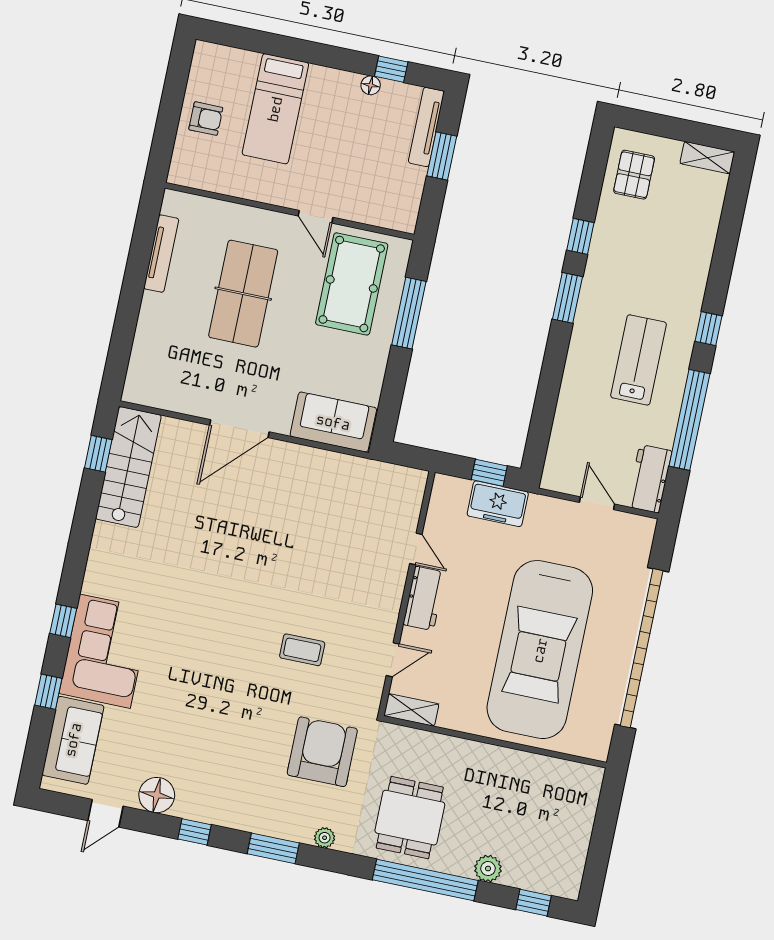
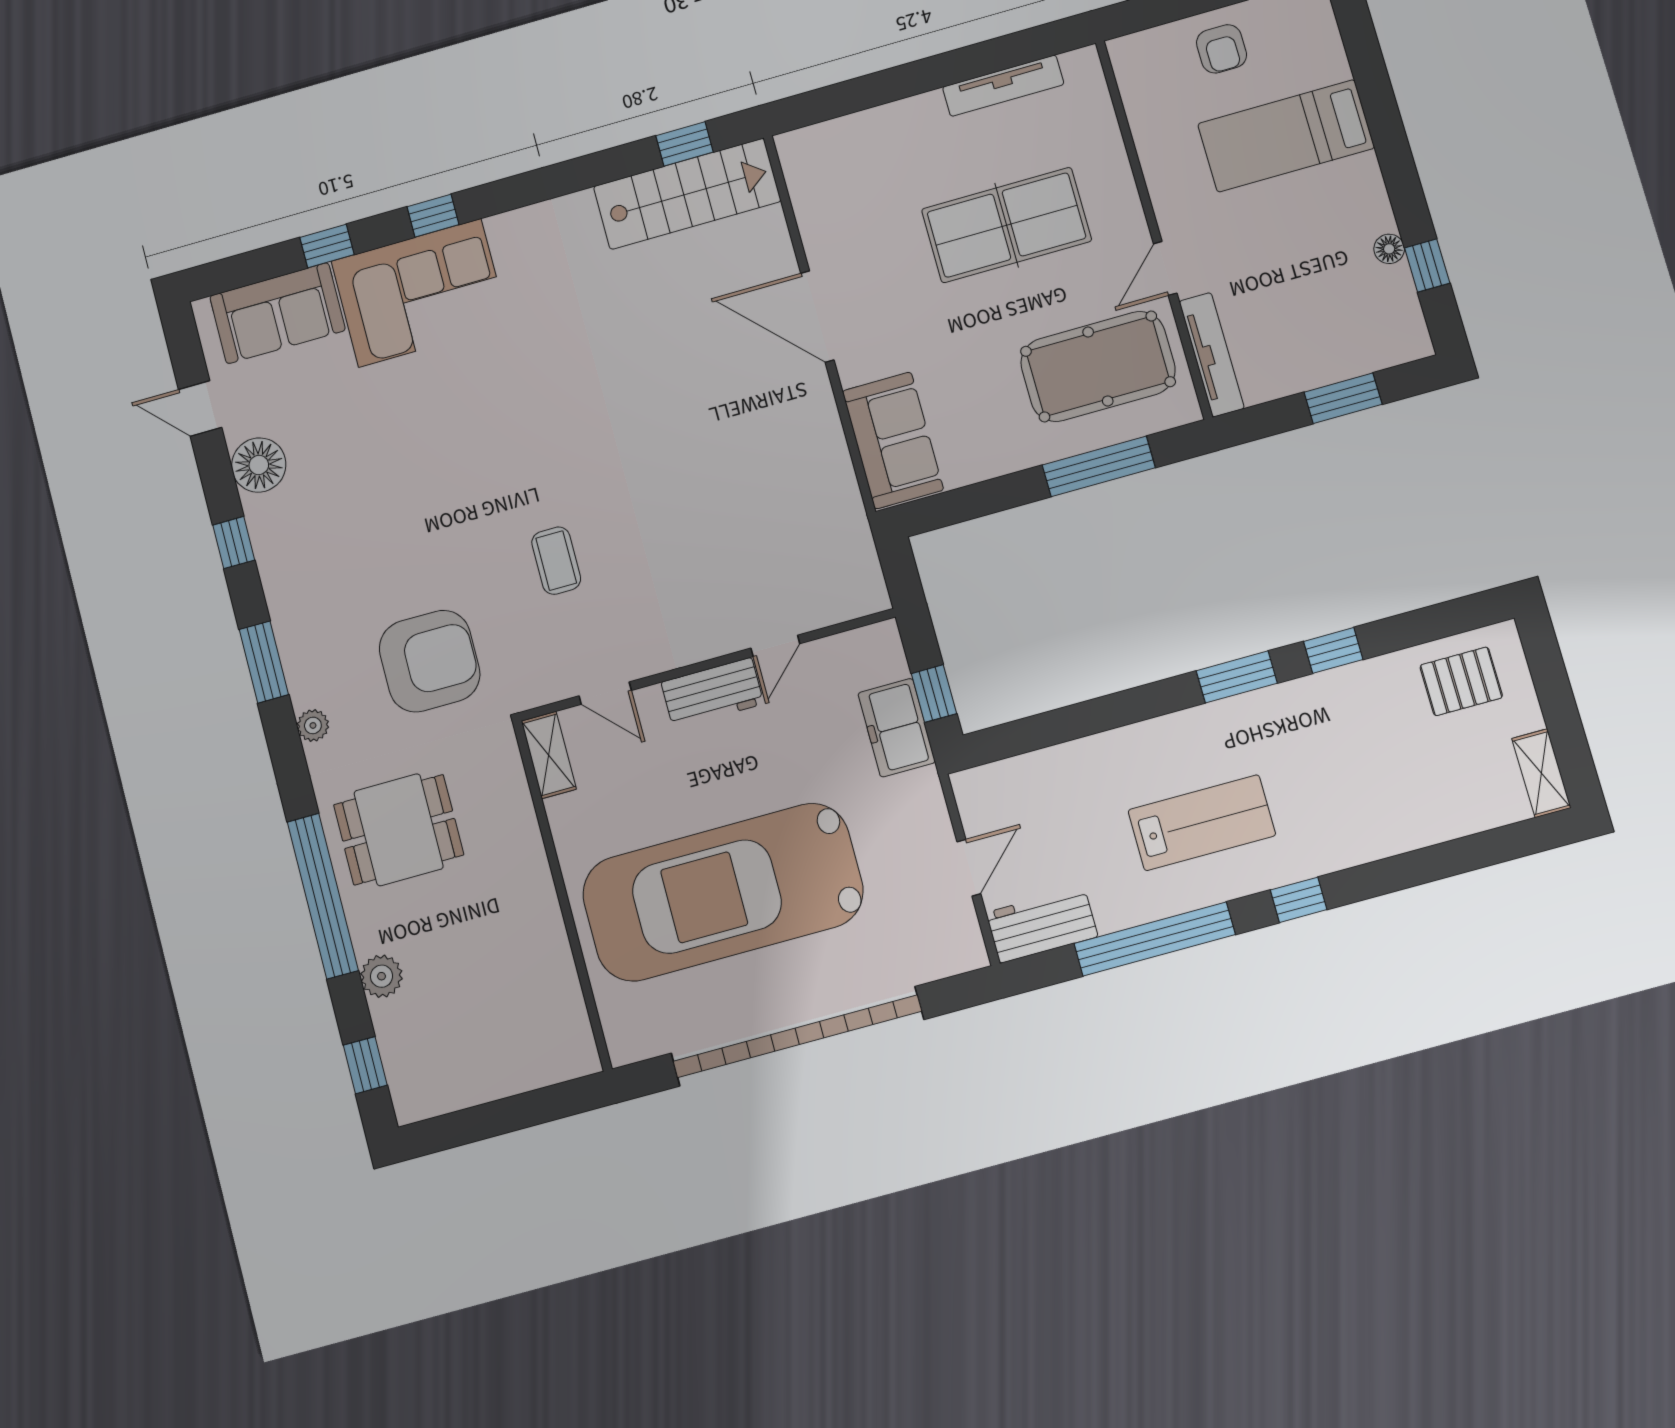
tv unit: (426, 127) -> (1212, 355), moved, turned 90

